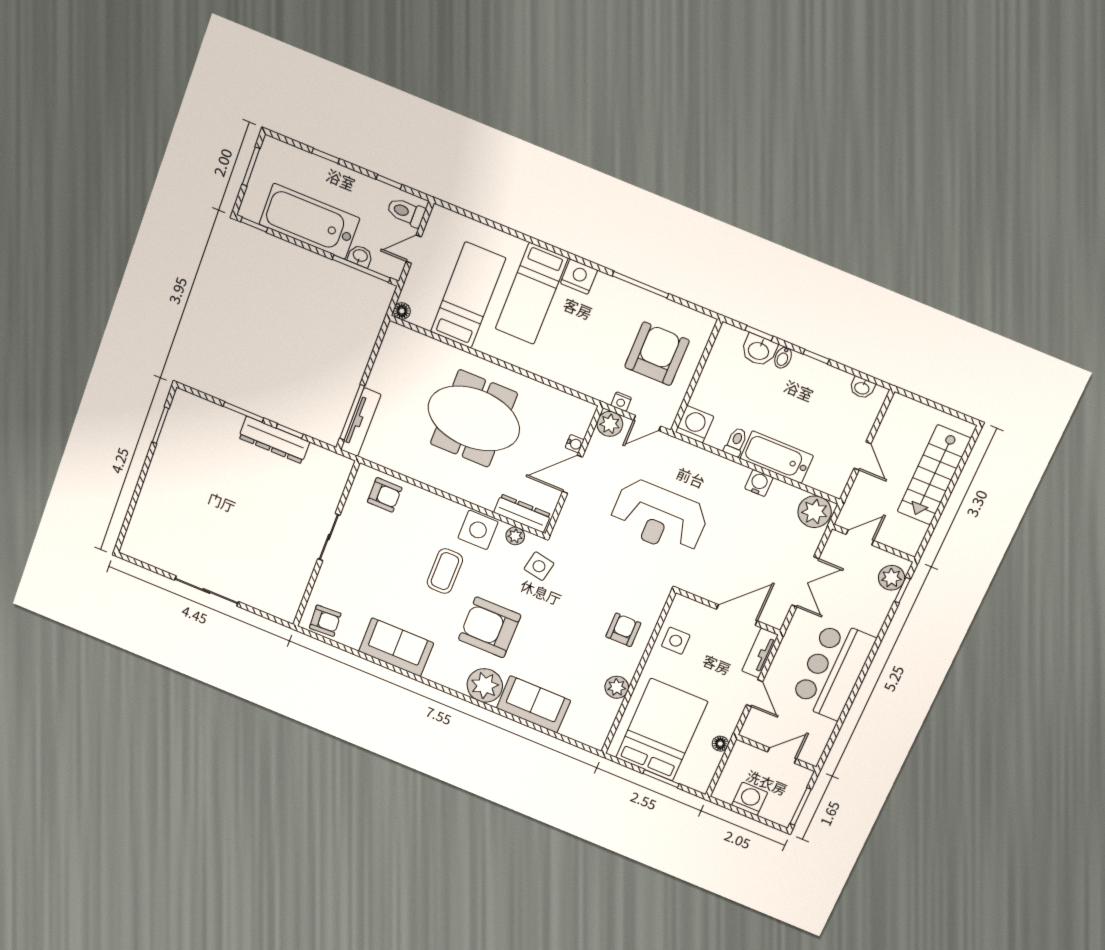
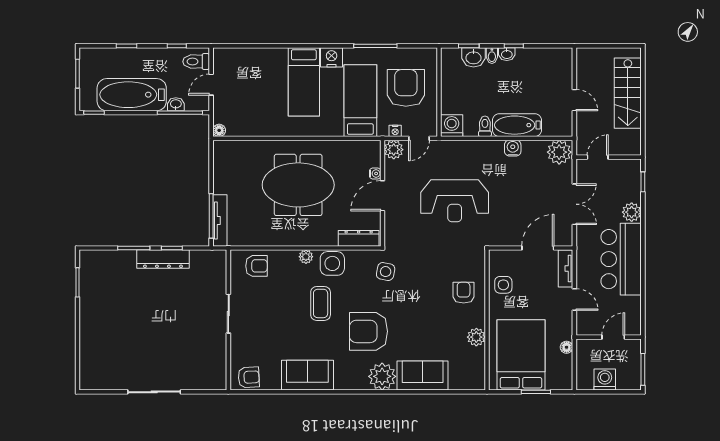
bed: (468, 295) -> (360, 101), moved
washbasin: (862, 388) -> (507, 54), moved
plant: (515, 536) -> (306, 257), moved
plant: (892, 578) -> (632, 212), moved

